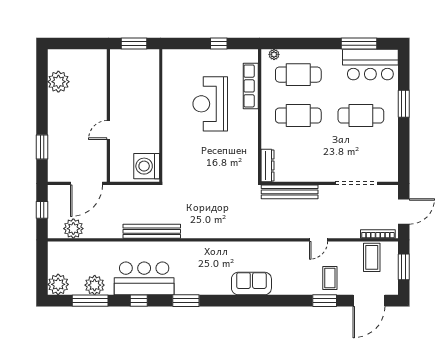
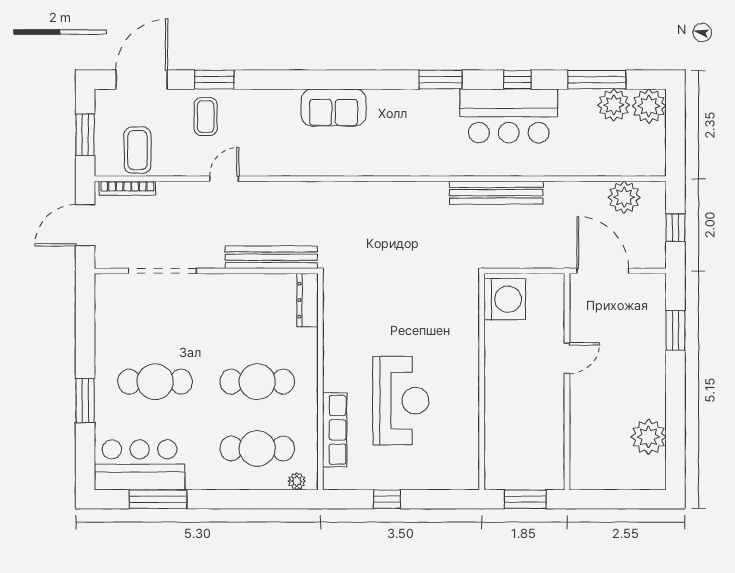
door: (86, 183) -> (603, 271), hinge flipped
plant: (95, 285) -> (614, 105), moved

